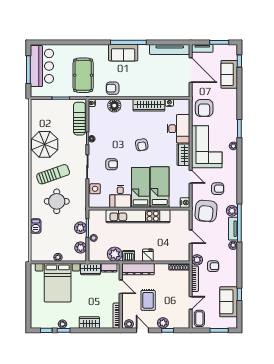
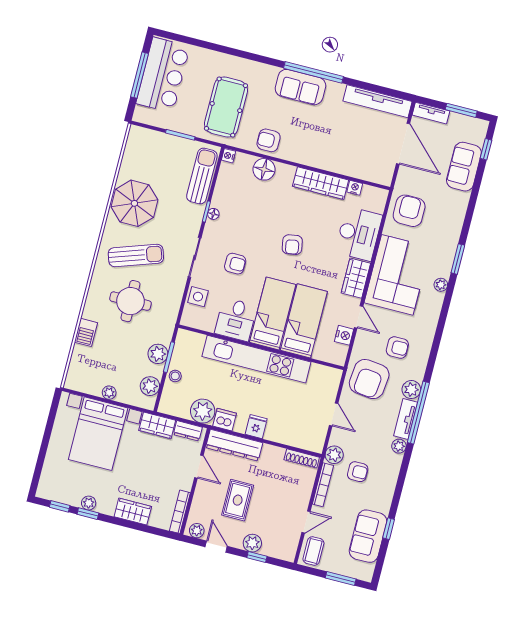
armchair: (204, 108) -> (409, 211), turned 180
nightstand: (185, 203) -> (344, 335), moved

